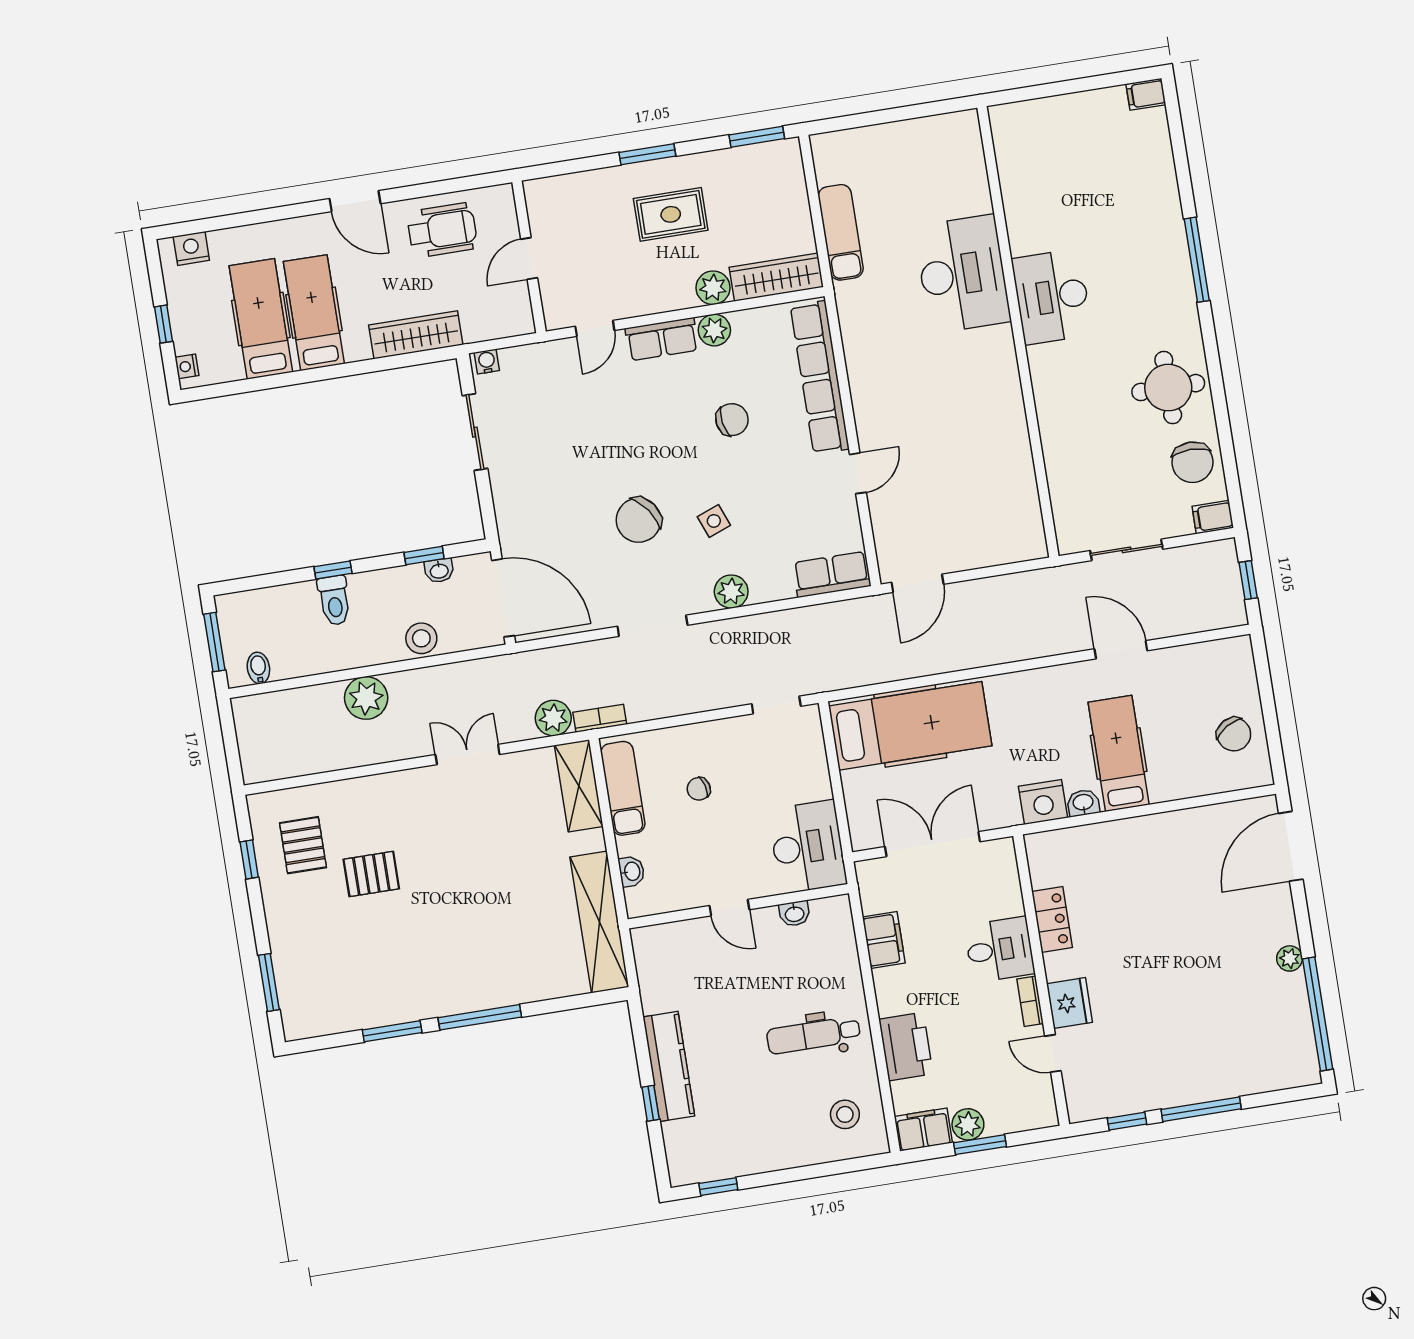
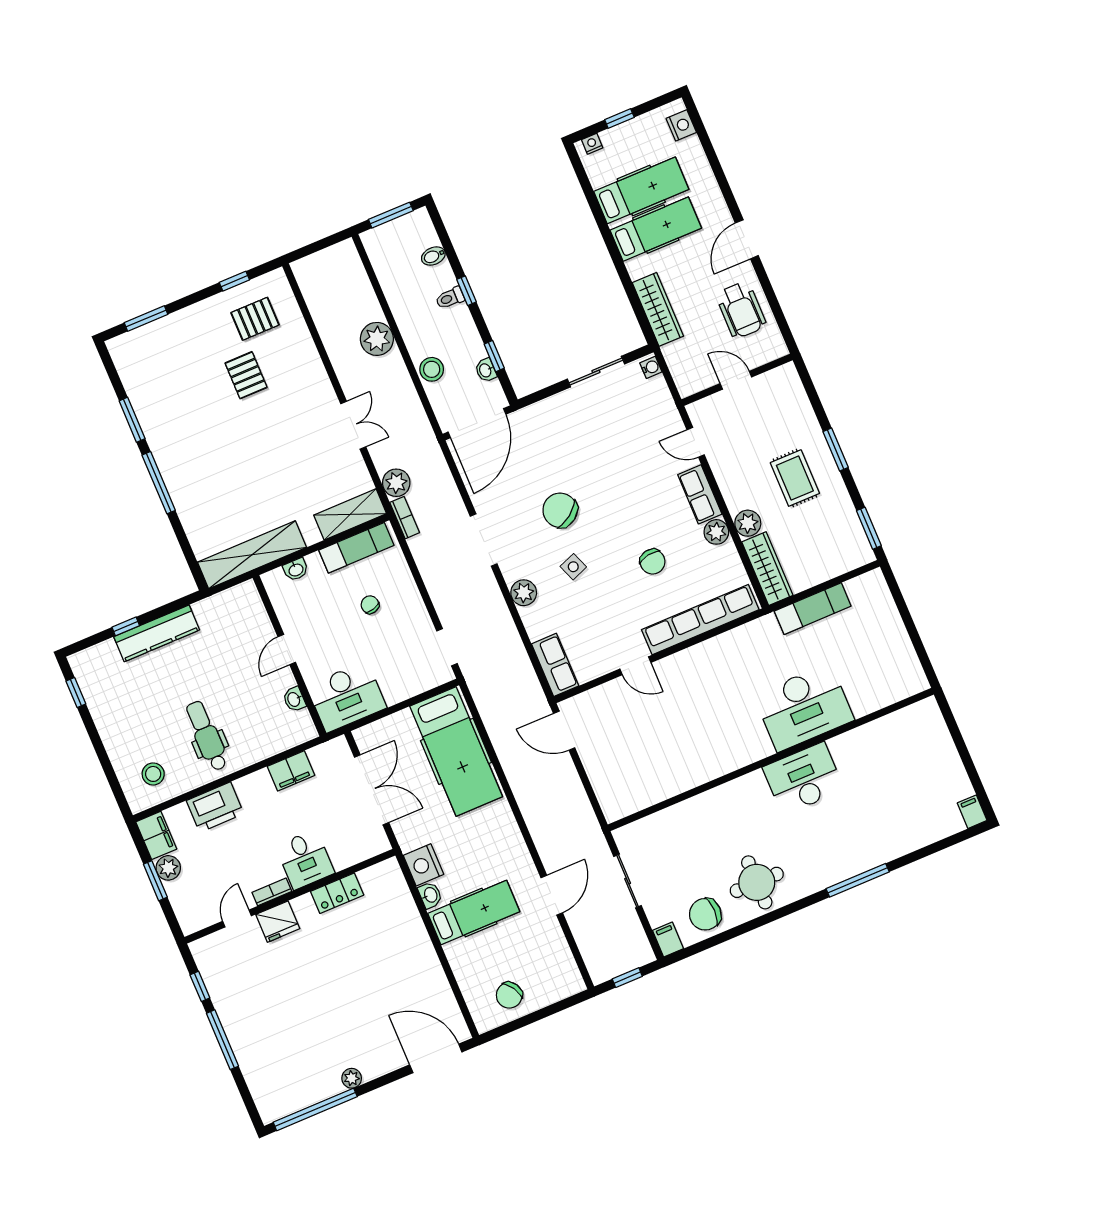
toilet: (334, 600) -> (450, 298), width x0.73, depth x0.72
bidet: (258, 668) -> (433, 256), moved, turned 180

